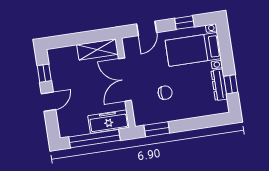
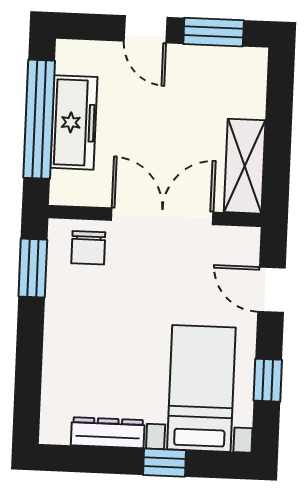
window: (44, 73) -> (214, 32), width x1.50
window: (231, 84) -> (165, 463), moved
chair: (165, 93) -> (88, 248), moved
freezer: (109, 122) -> (74, 122), moved

